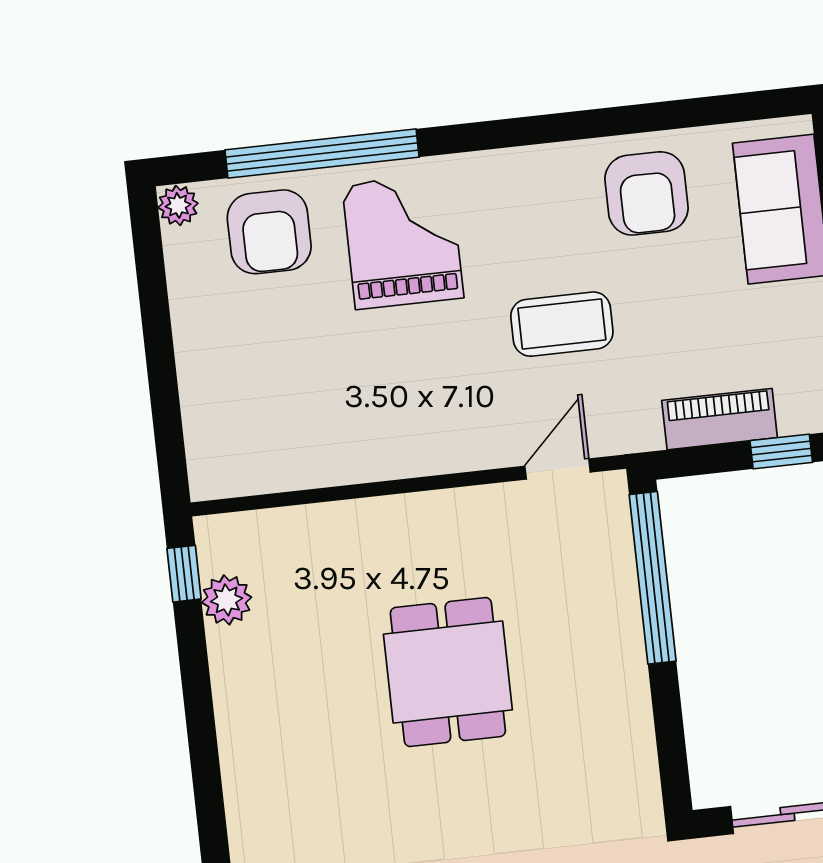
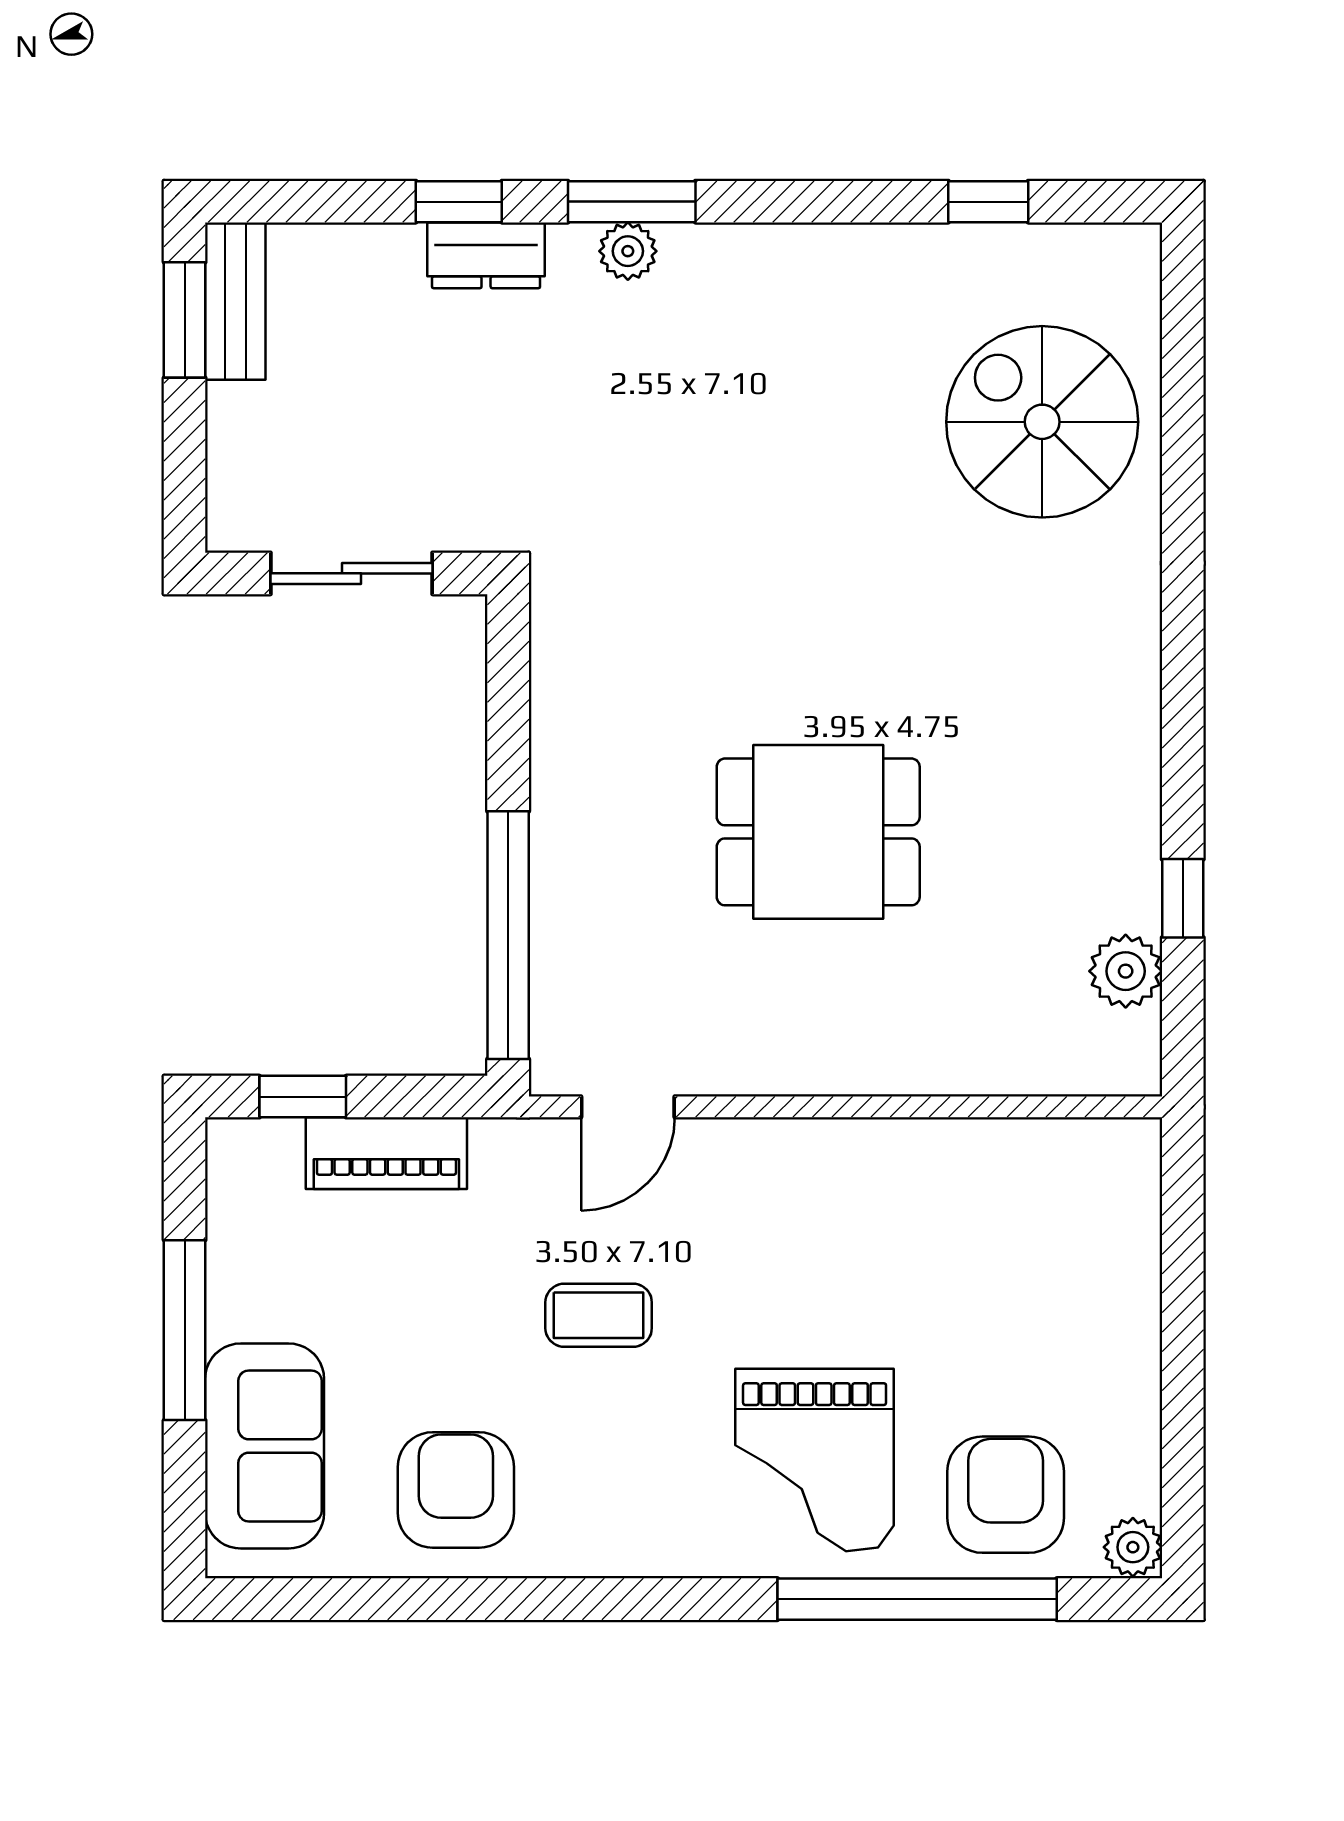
coffee table: (562, 324) -> (599, 1315), width x0.73, depth x0.77
window: (184, 574) -> (1183, 898), moved
dining table: (448, 672) -> (818, 832), turned 90

